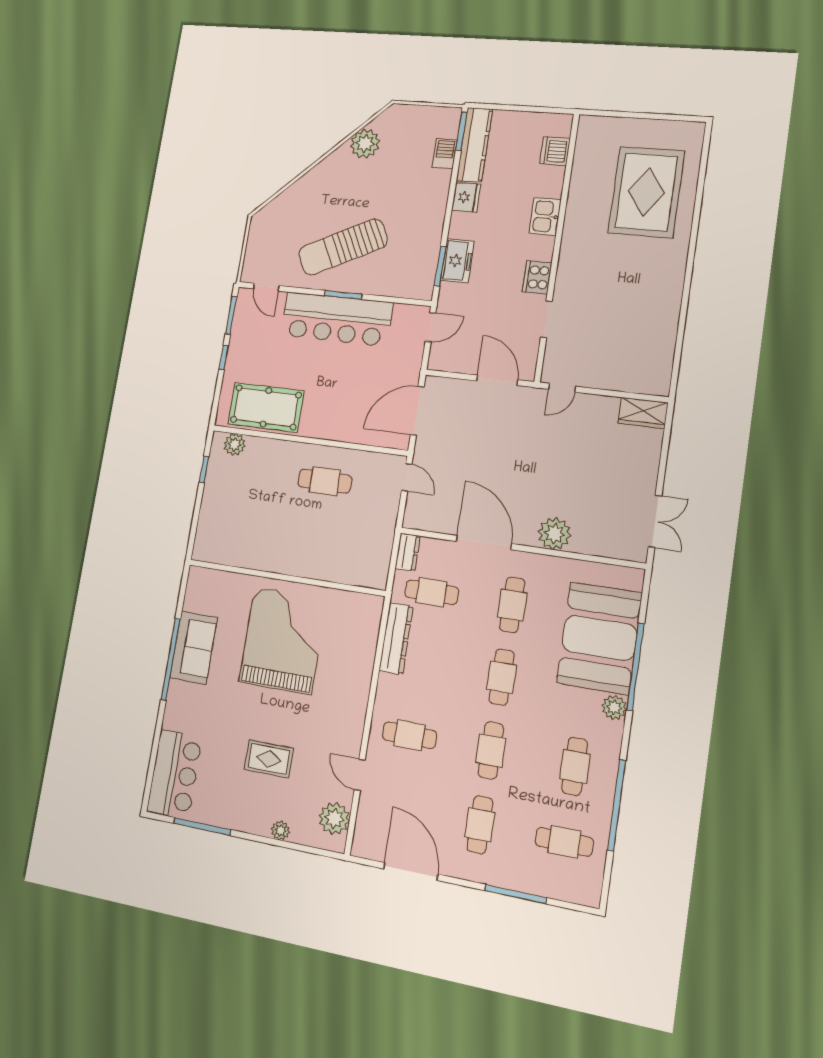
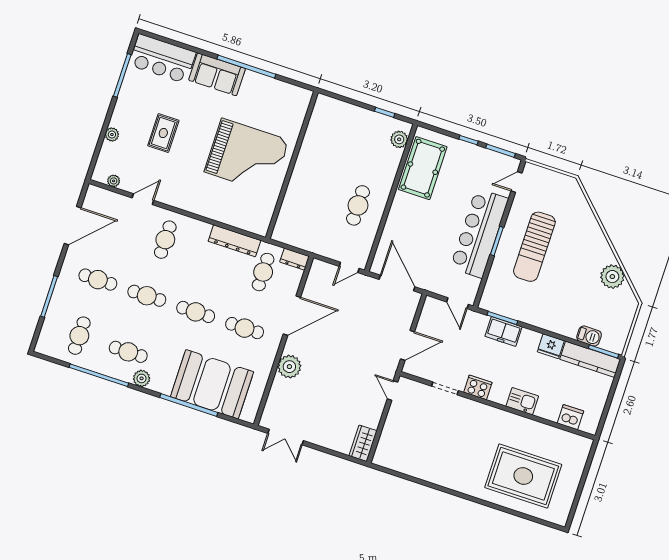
sun lounger: (343, 247) -> (534, 247), turned -153
sofa: (194, 648) -> (217, 74), moved
plant: (614, 707) -> (142, 378), moved
plant: (334, 818) -> (114, 181), width x0.53, depth x0.53

